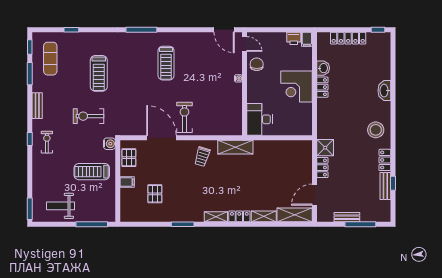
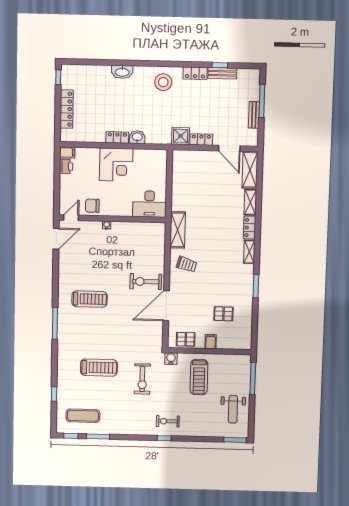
washbasin: (323, 68) -> (137, 137), moved
bench: (37, 106) -> (131, 430), removed

